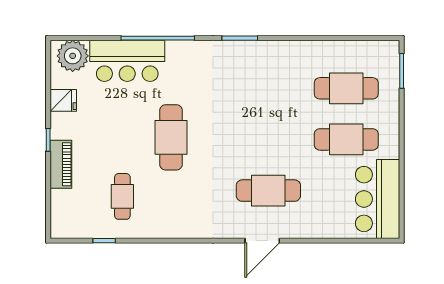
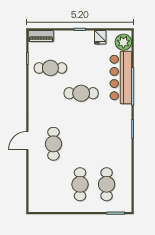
bar counter: (127, 61) -> (121, 78), width x1.36
piano: (61, 164) -> (41, 36), moved
cafe table: (122, 196) -> (50, 68), width x1.37, depth x1.35
bar counter: (378, 199) -> (49, 201), removed
door: (262, 241) -> (27, 141), hinge flipped

